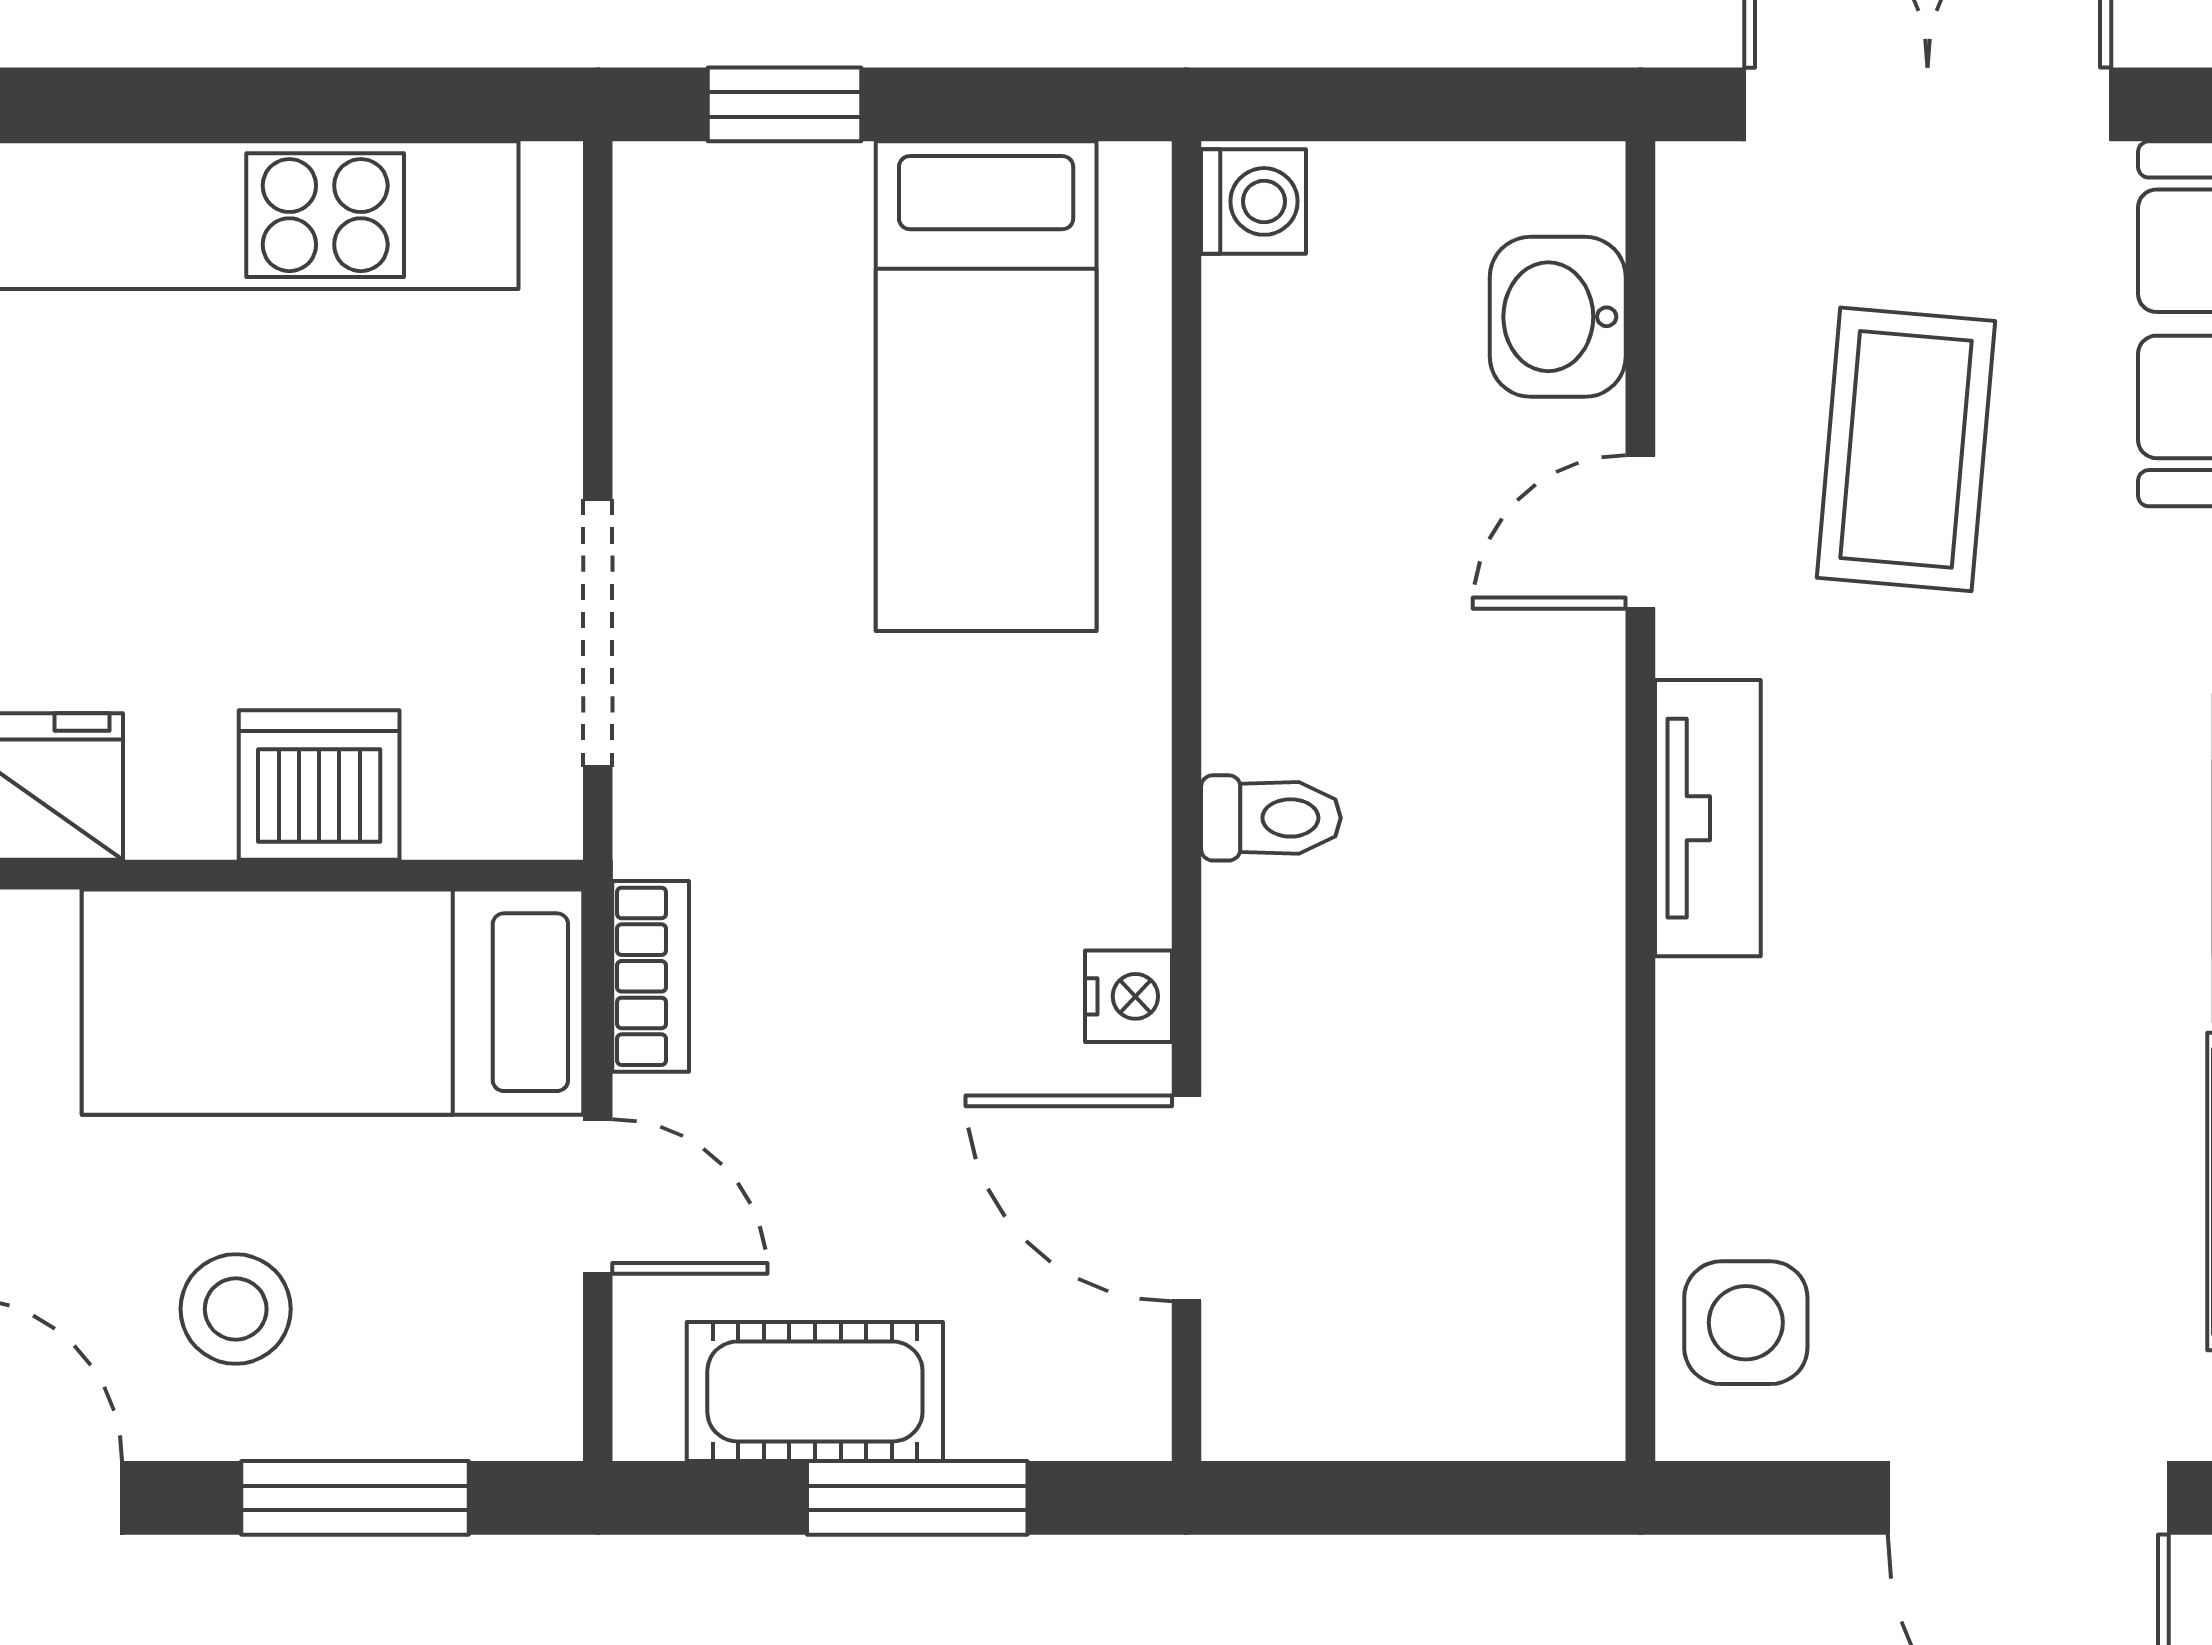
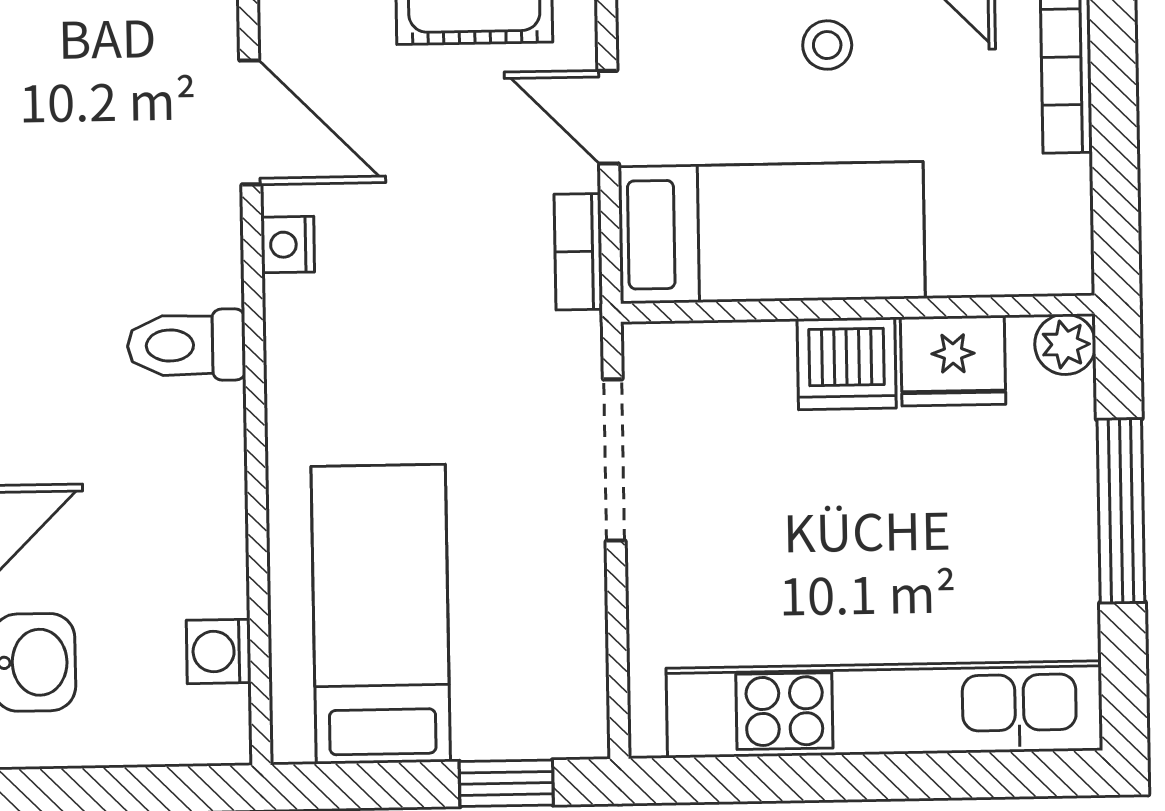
washing machine: (1254, 201) -> (219, 651), moved
dishwasher: (319, 785) -> (847, 363), moved
toilet: (1271, 818) -> (186, 345), width x1.37, depth x1.39
stool: (236, 1309) -> (827, 45), width x0.73, depth x0.73

